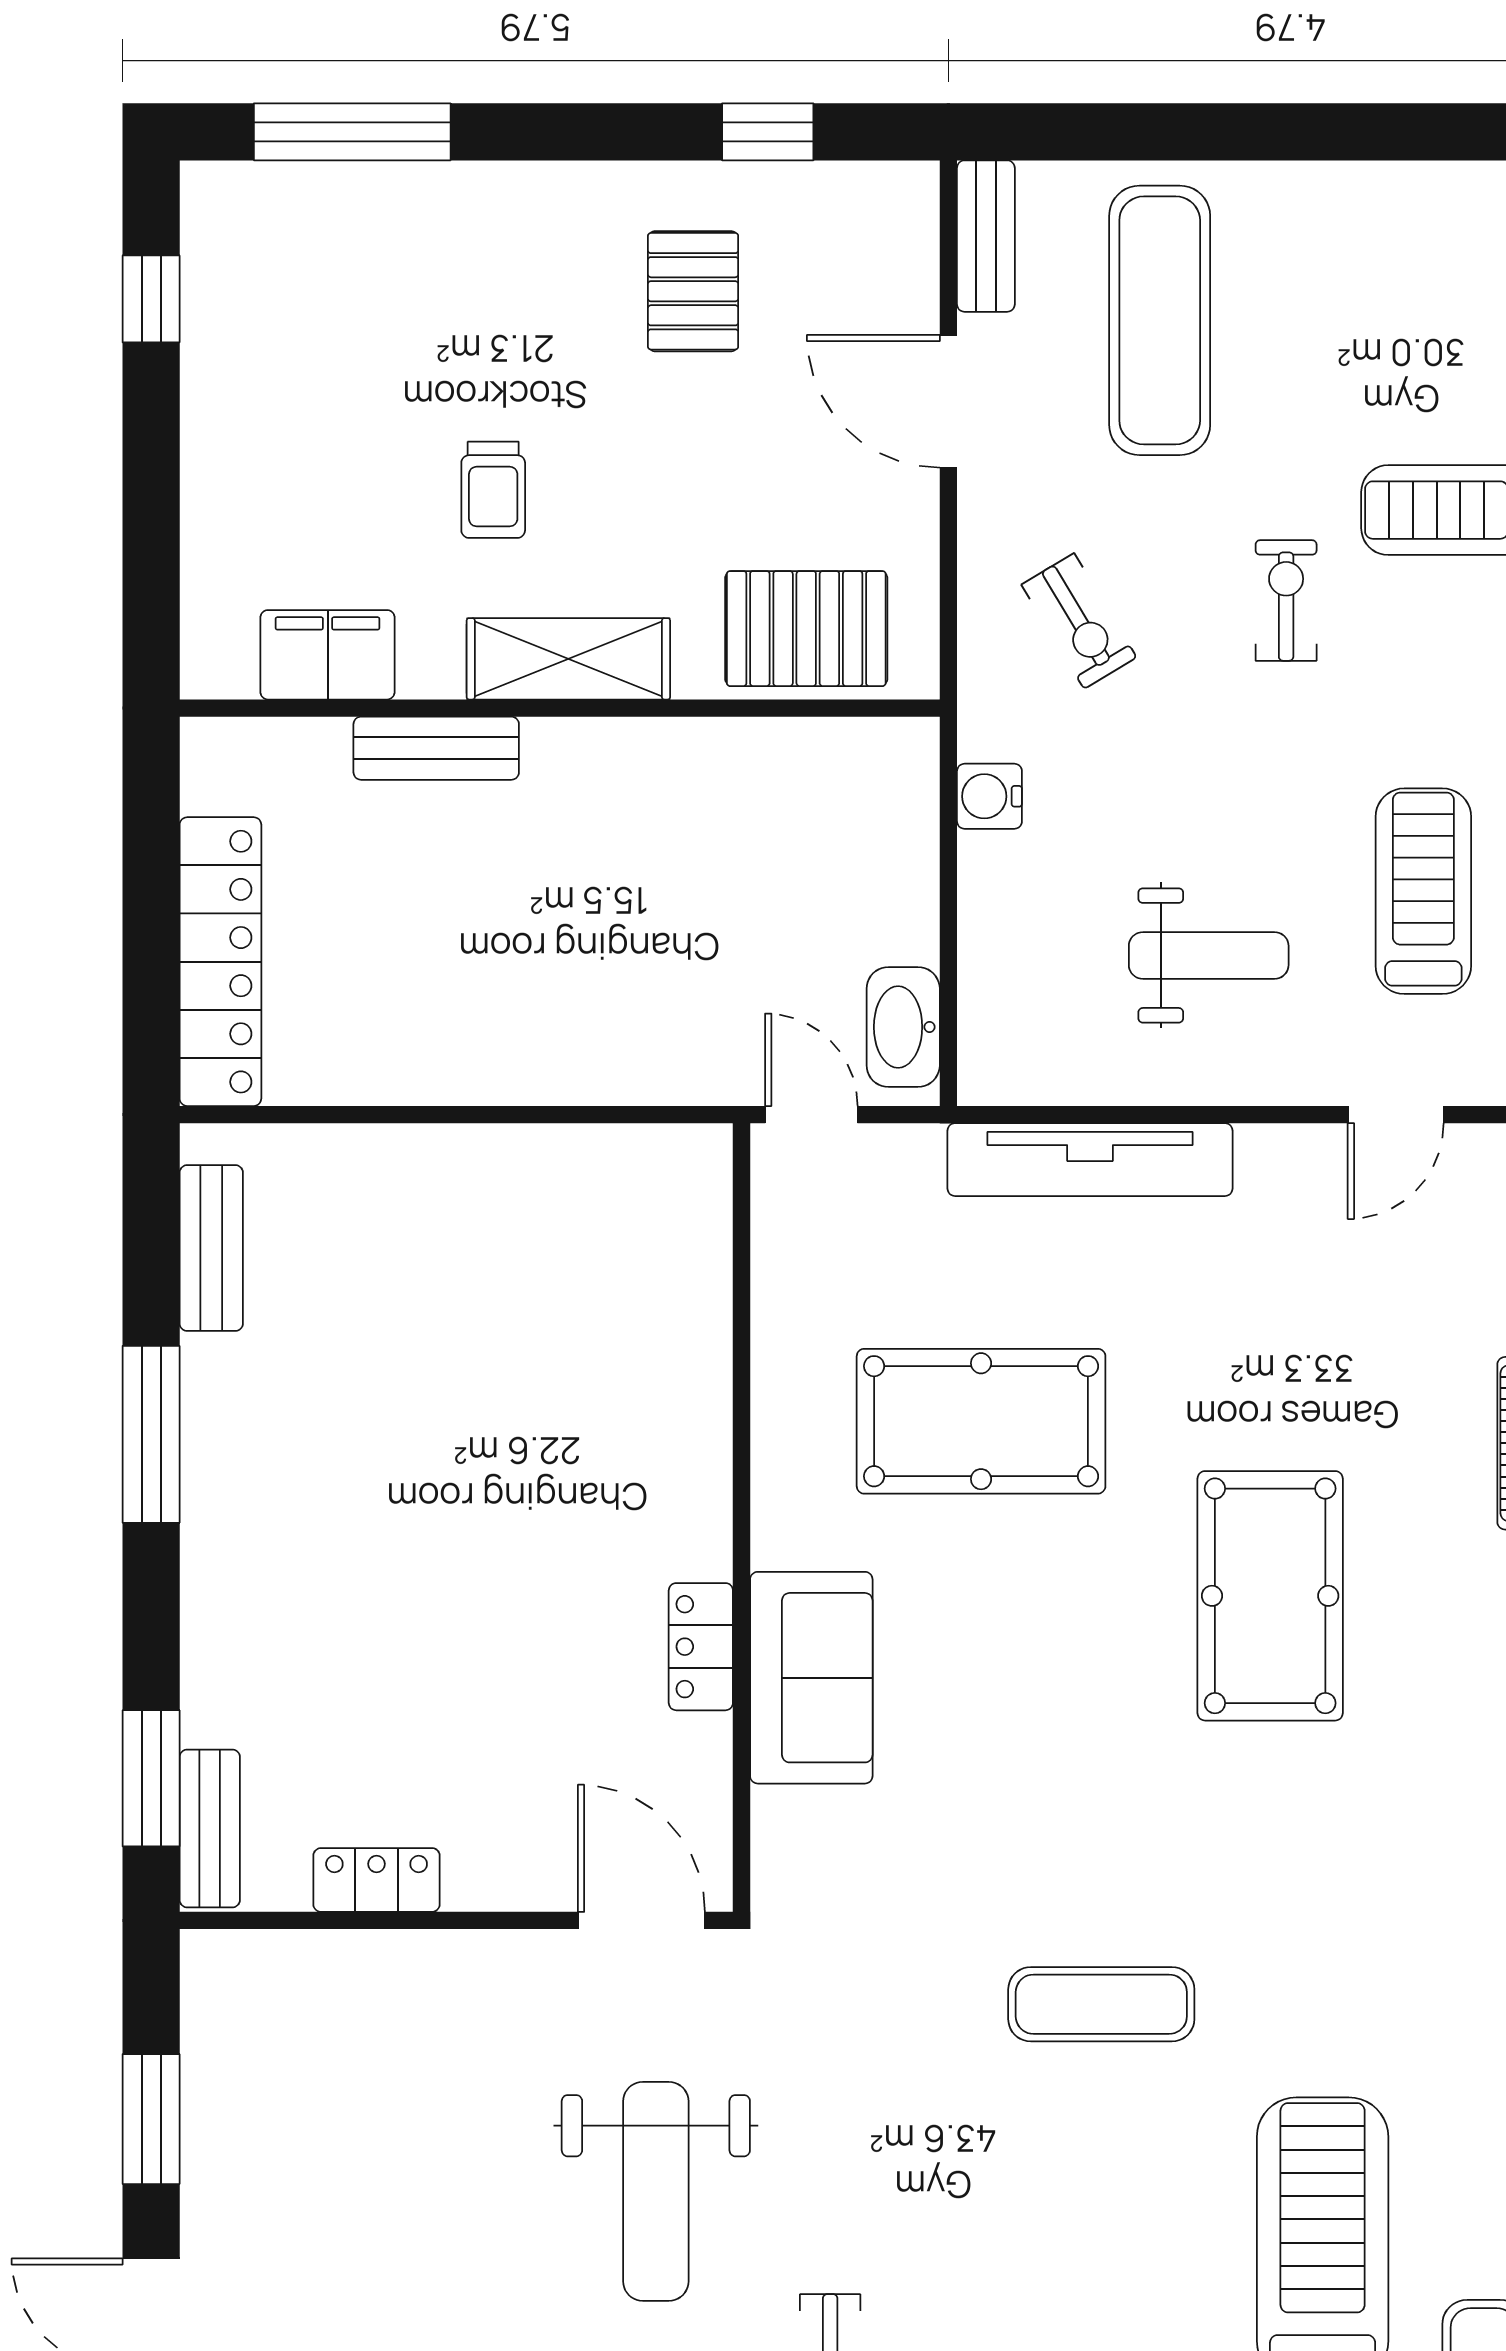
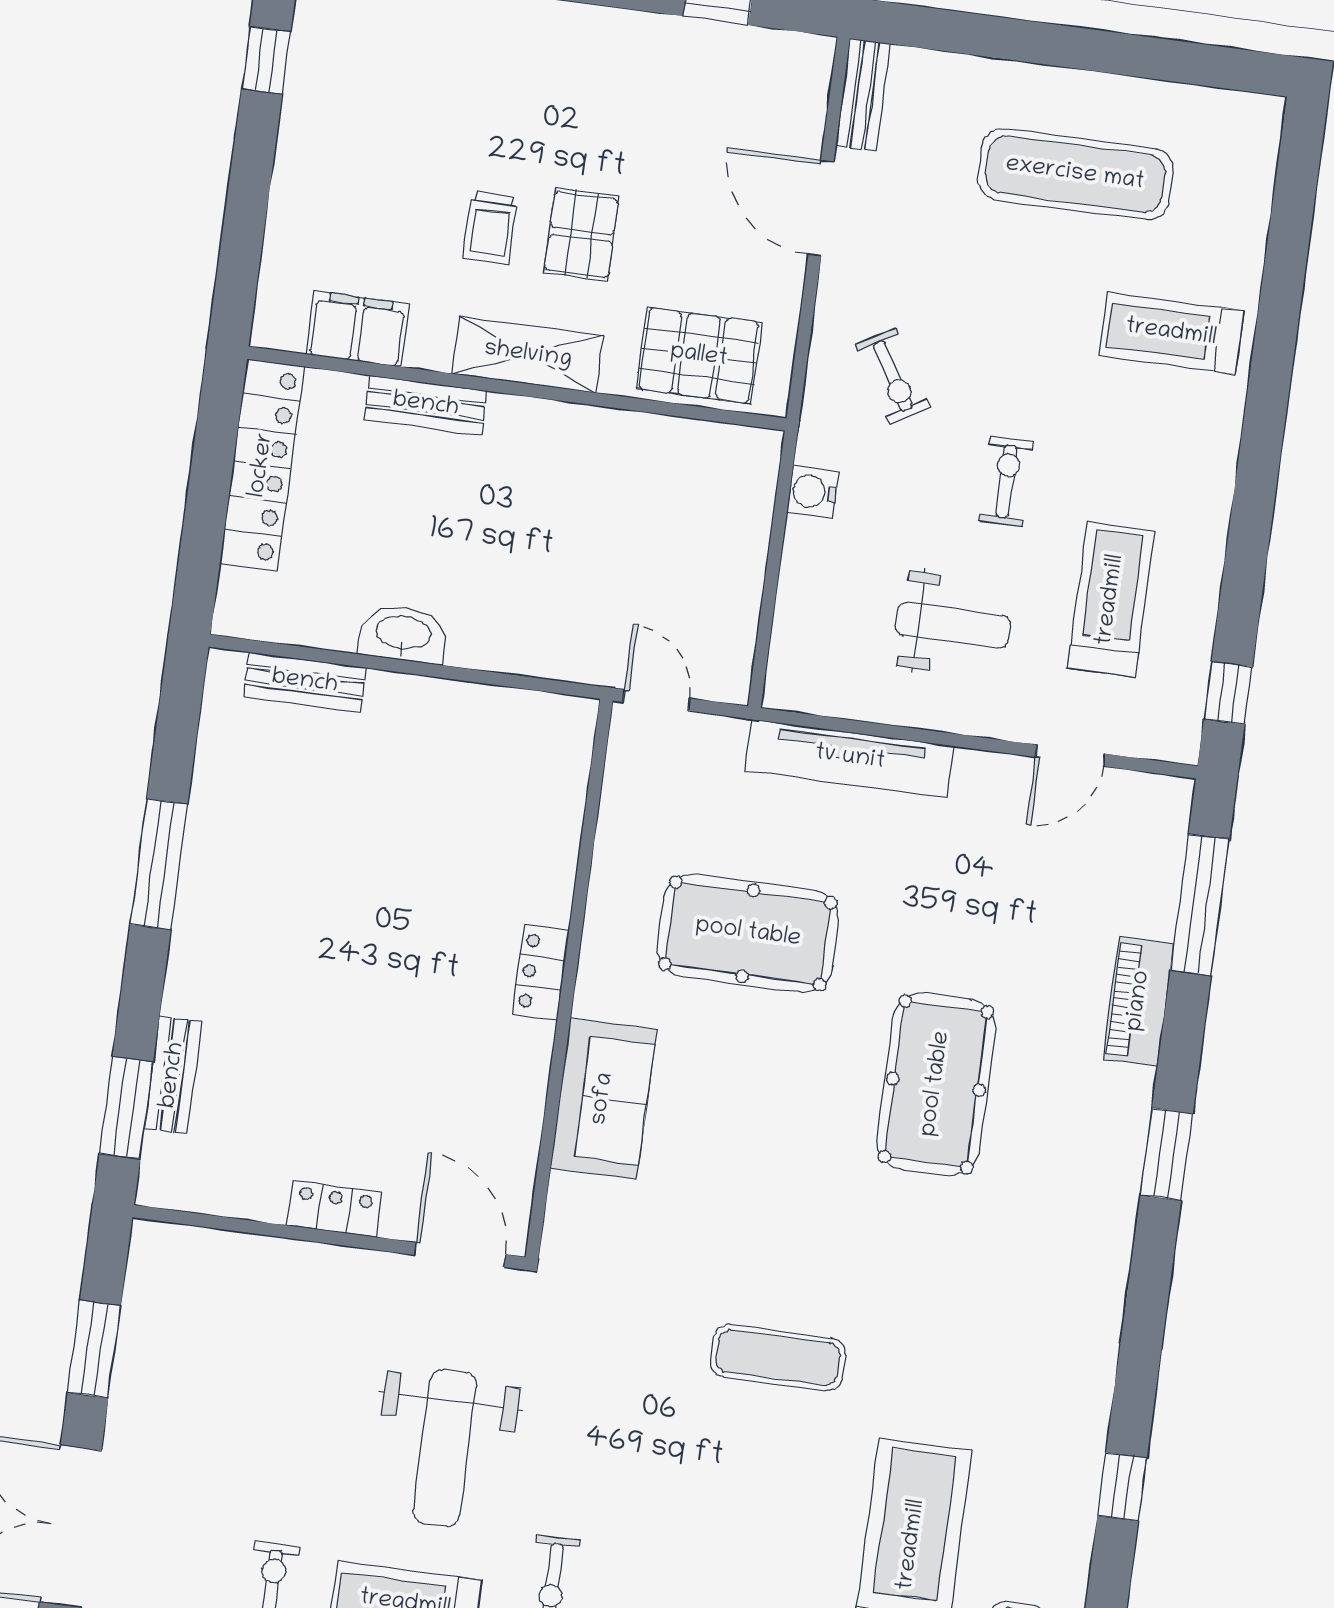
pallet: (693, 291) -> (581, 235), moved
exercise mat: (1160, 320) -> (1075, 174), moved, turned 90
exercise bike: (1286, 600) -> (1006, 481), moved
locker: (220, 962) -> (262, 465), moved
washbasin: (903, 1027) -> (403, 634), moved, turned 90
bench: (211, 1248) -> (305, 682), moved, turned 90
locker: (701, 1647) -> (541, 972), moved
bench: (210, 1828) -> (173, 1075), moved
locker: (377, 1880) -> (334, 1209), moved

